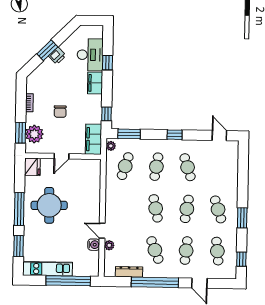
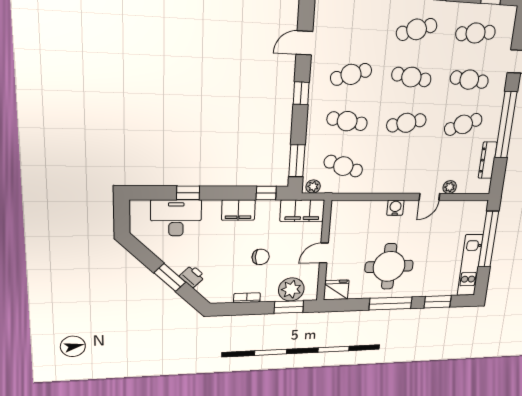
printer: (57, 56) -> (192, 276), moved
filing cabinet: (95, 83) -> (238, 210), moved
door: (219, 135) -> (304, 43), moved
door: (62, 156) -> (324, 253), swing flipped
water cooler: (94, 245) -> (395, 208), moved

